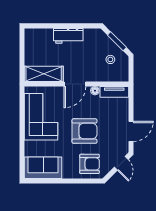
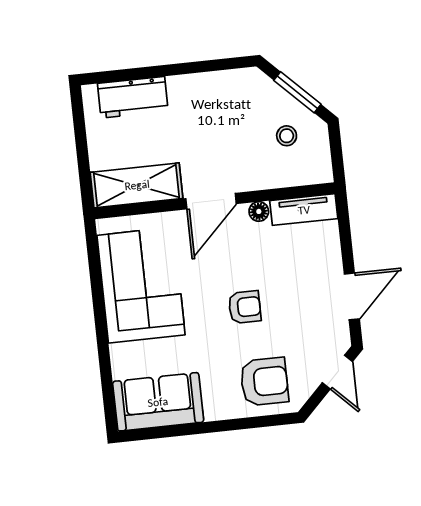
workbench: (68, 36) -> (133, 97), moved
armchair: (84, 131) -> (245, 307), width x0.53, depth x0.53

